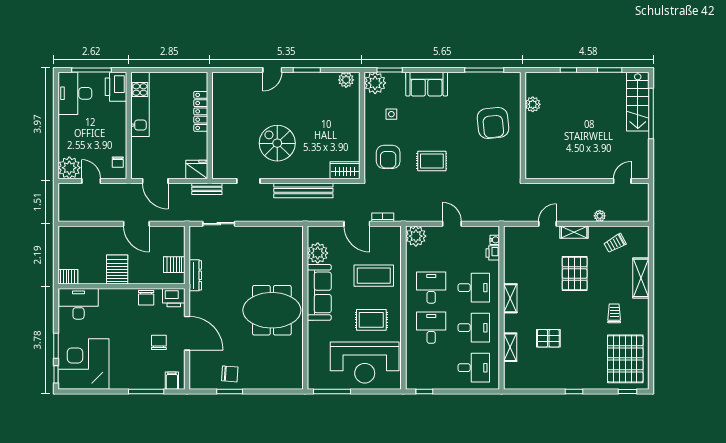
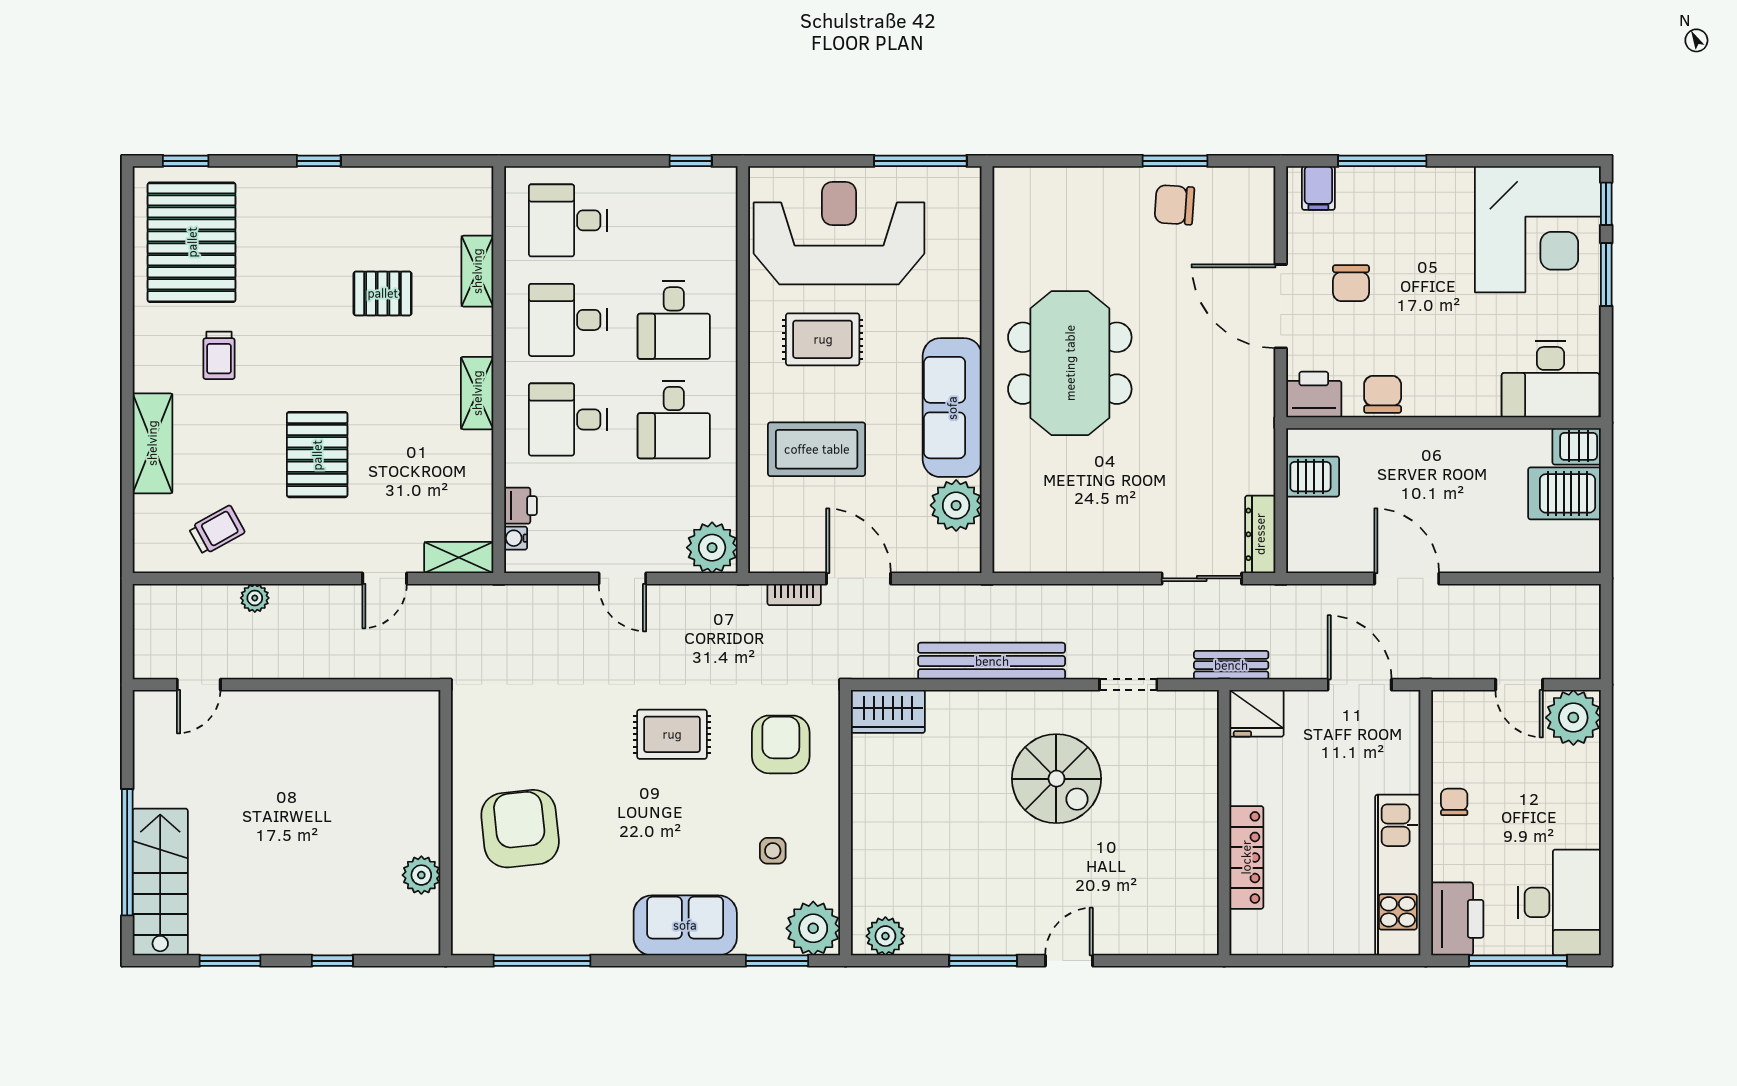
chair: (118, 162) -> (1454, 802), moved
shelving: (574, 232) -> (459, 558), moved
server rack: (117, 270) -> (1565, 493), moved, turned 90
dresser: (195, 275) -> (1260, 534), moved
meeting table: (272, 310) -> (1070, 363), turned 90

